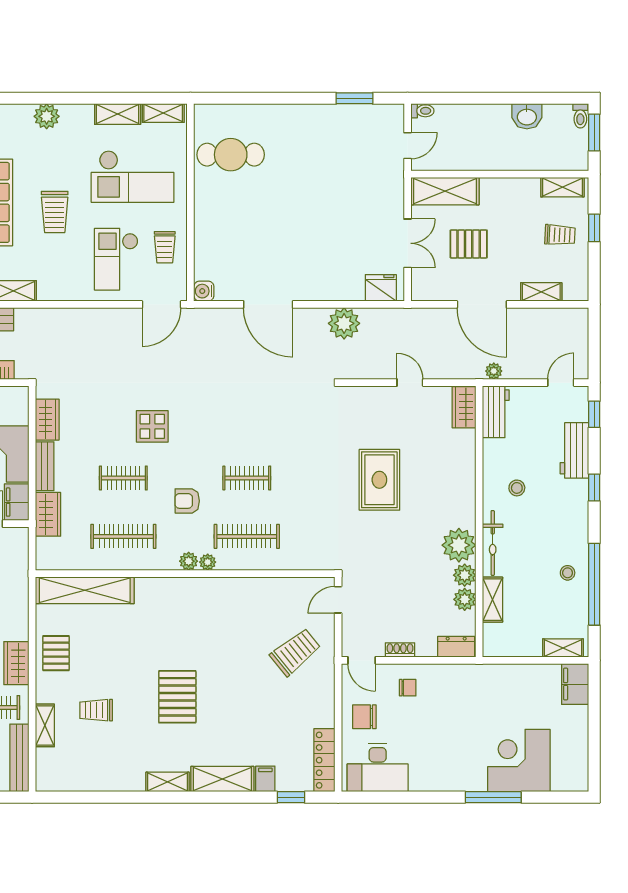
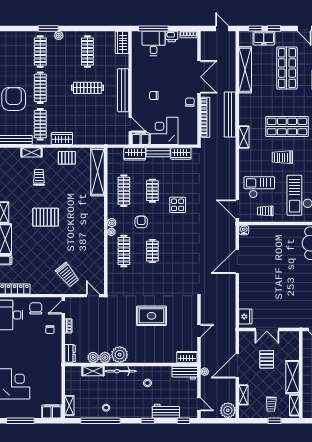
shelving: (445, 191) -> (293, 377), moved
plant: (344, 323) -> (228, 410), moved
window: (594, 748) -> (20, 421), added

